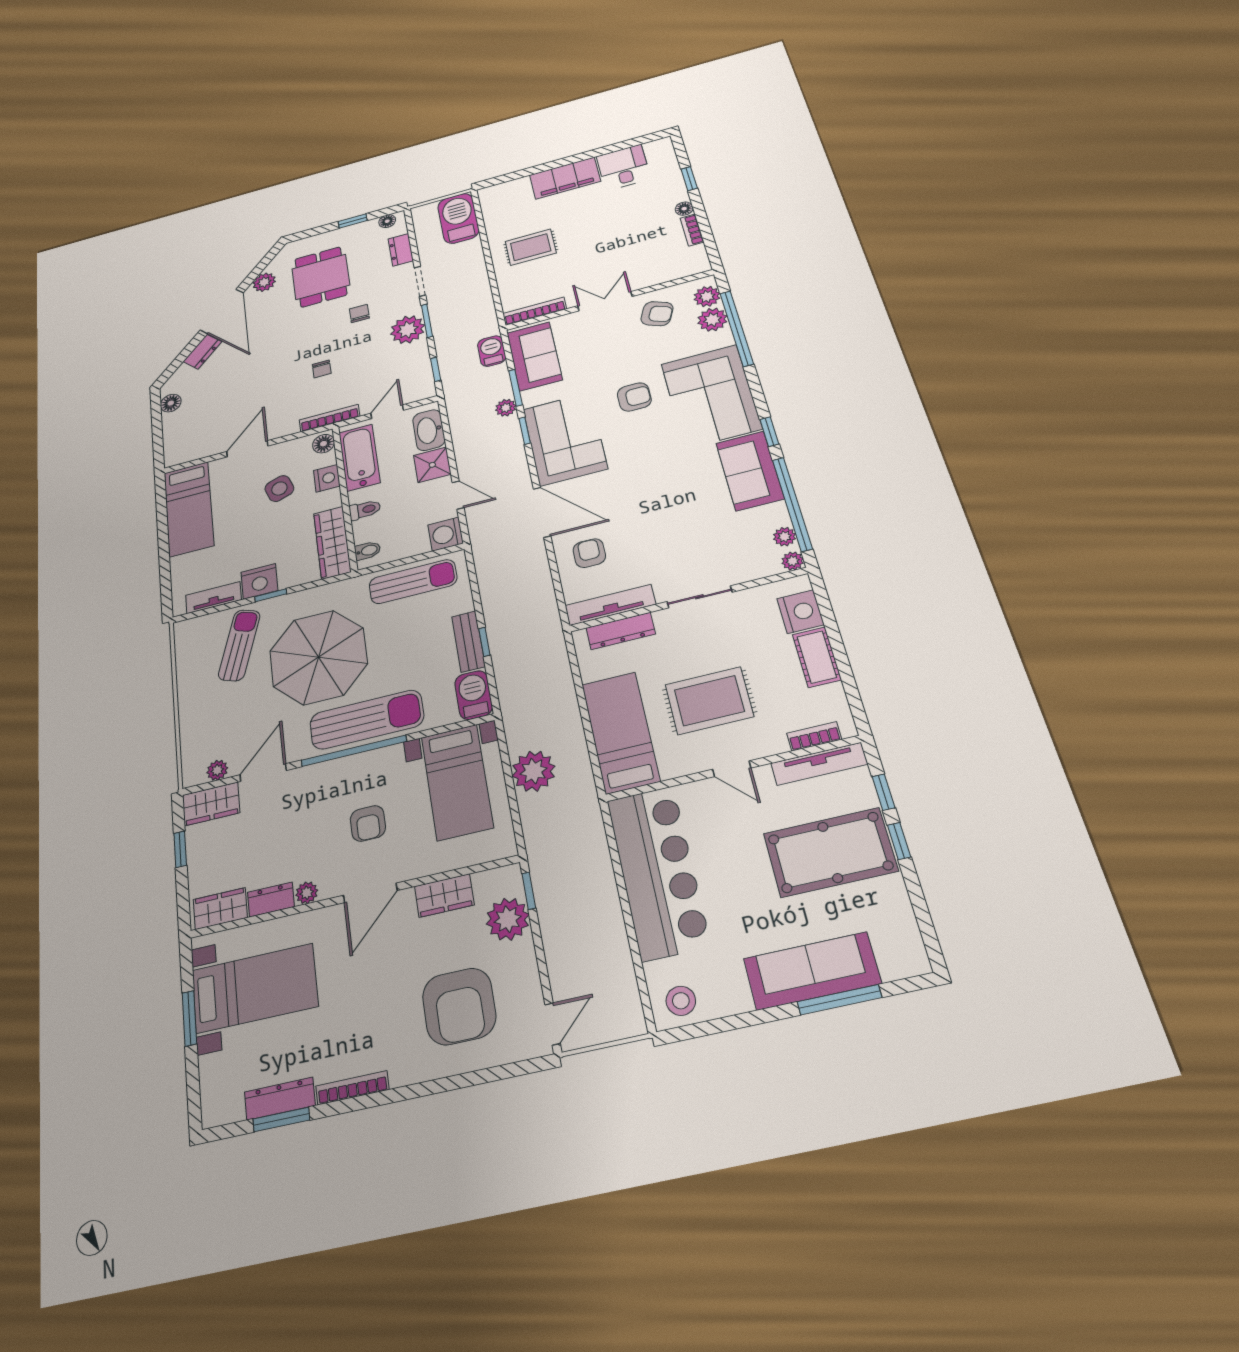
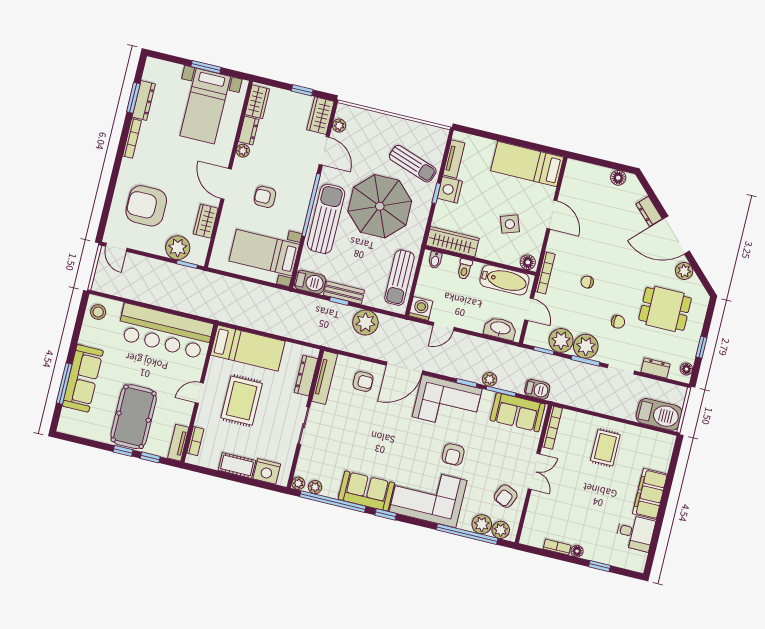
plant: (413, 358) -> (561, 340), added
shower: (432, 465) -> (474, 320), removed
nightstand: (327, 478) -> (501, 255), removed
sun lounger: (367, 720) -> (326, 219), turned 180
tv unit: (819, 764) -> (178, 443), width x0.71
plant: (533, 771) -> (365, 323), moved

